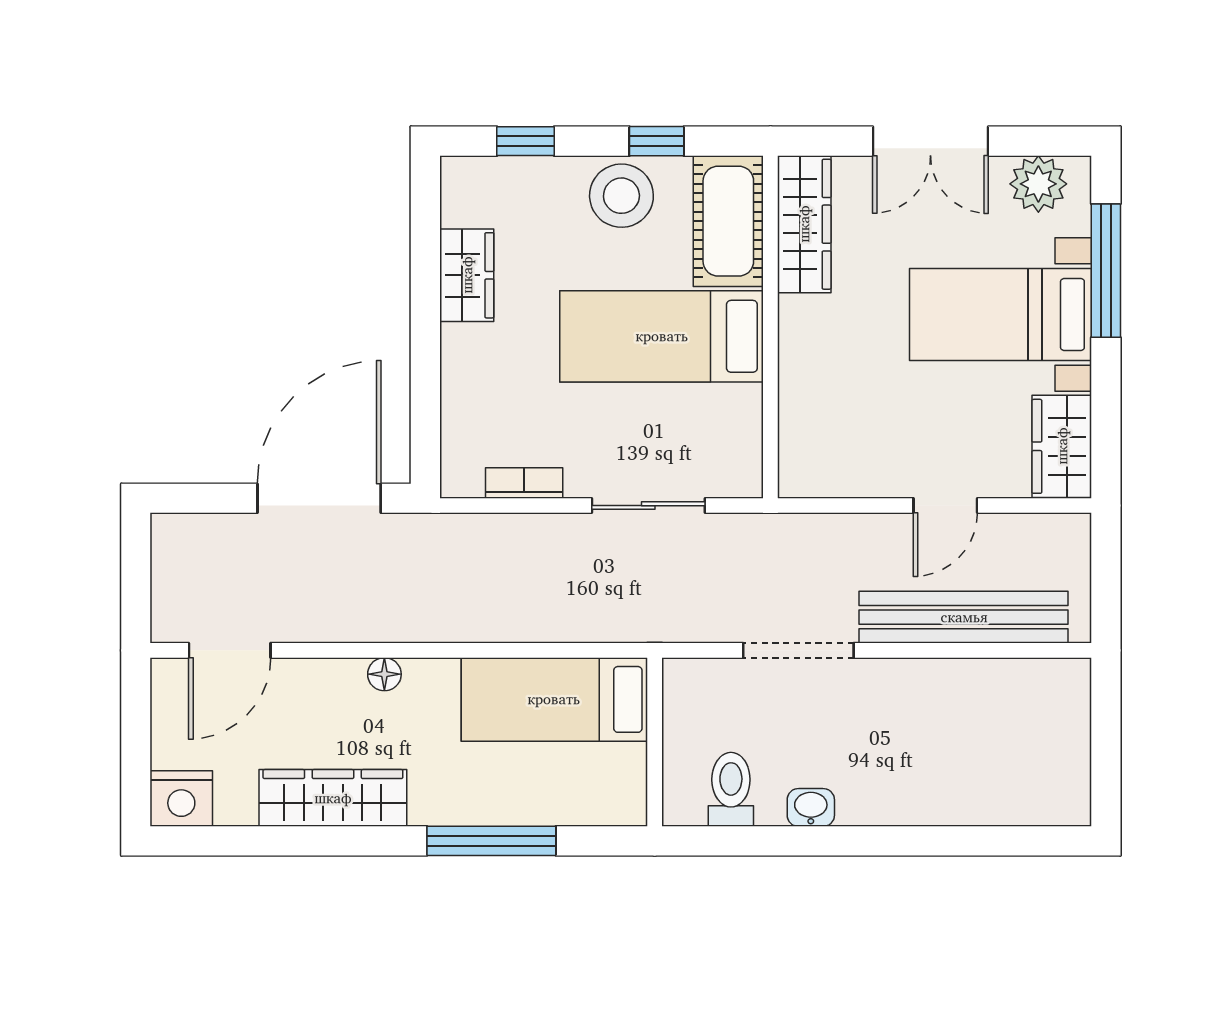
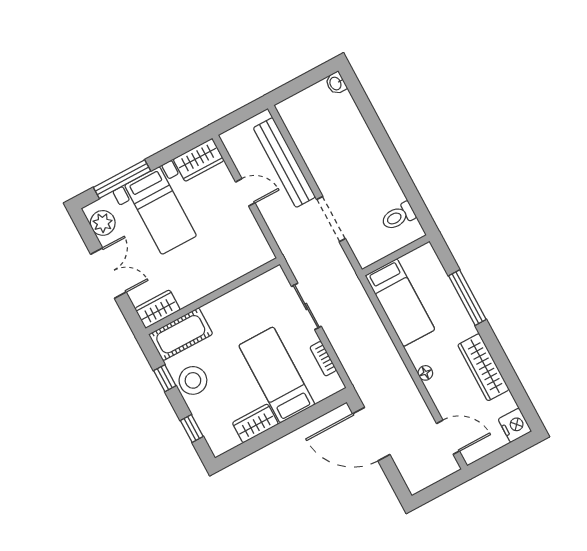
wardrobe: (804, 224) -> (158, 309), width x0.67
bed: (662, 336) -> (277, 375), moved, turned 180
washbasin: (811, 807) -> (336, 83), moved

